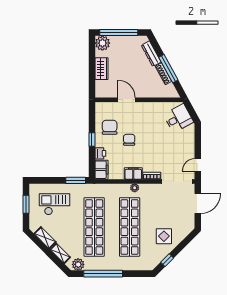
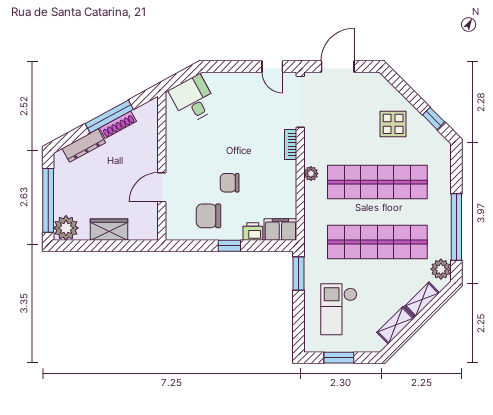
filing cabinet: (133, 173) -> (287, 176), removed
door: (198, 203) -> (338, 67), hinge flipped

